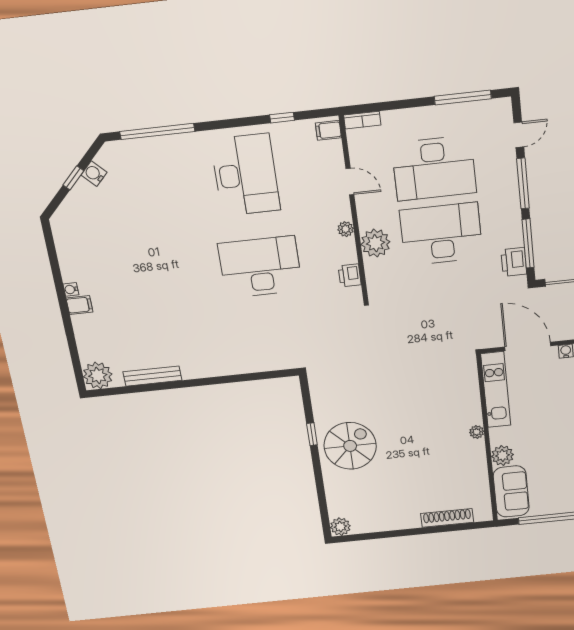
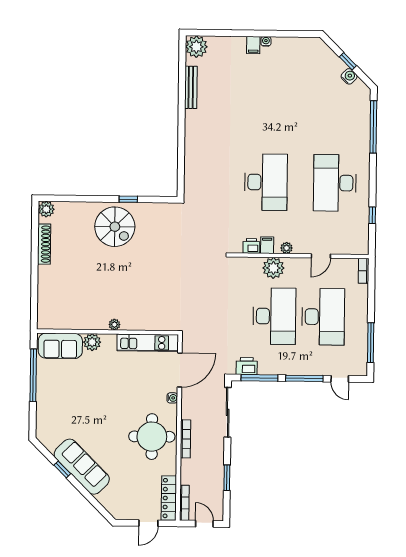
filing cabinet: (328, 130) -> (267, 245), moved
desk: (434, 168) -> (323, 317), turned 180
desk: (245, 175) -> (335, 183), turned 90
shoe rack: (447, 518) -> (44, 244), moved

